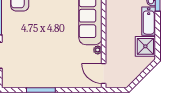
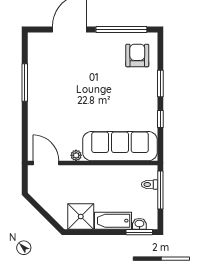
door: (104, 73) -> (46, 163), hinge flipped

